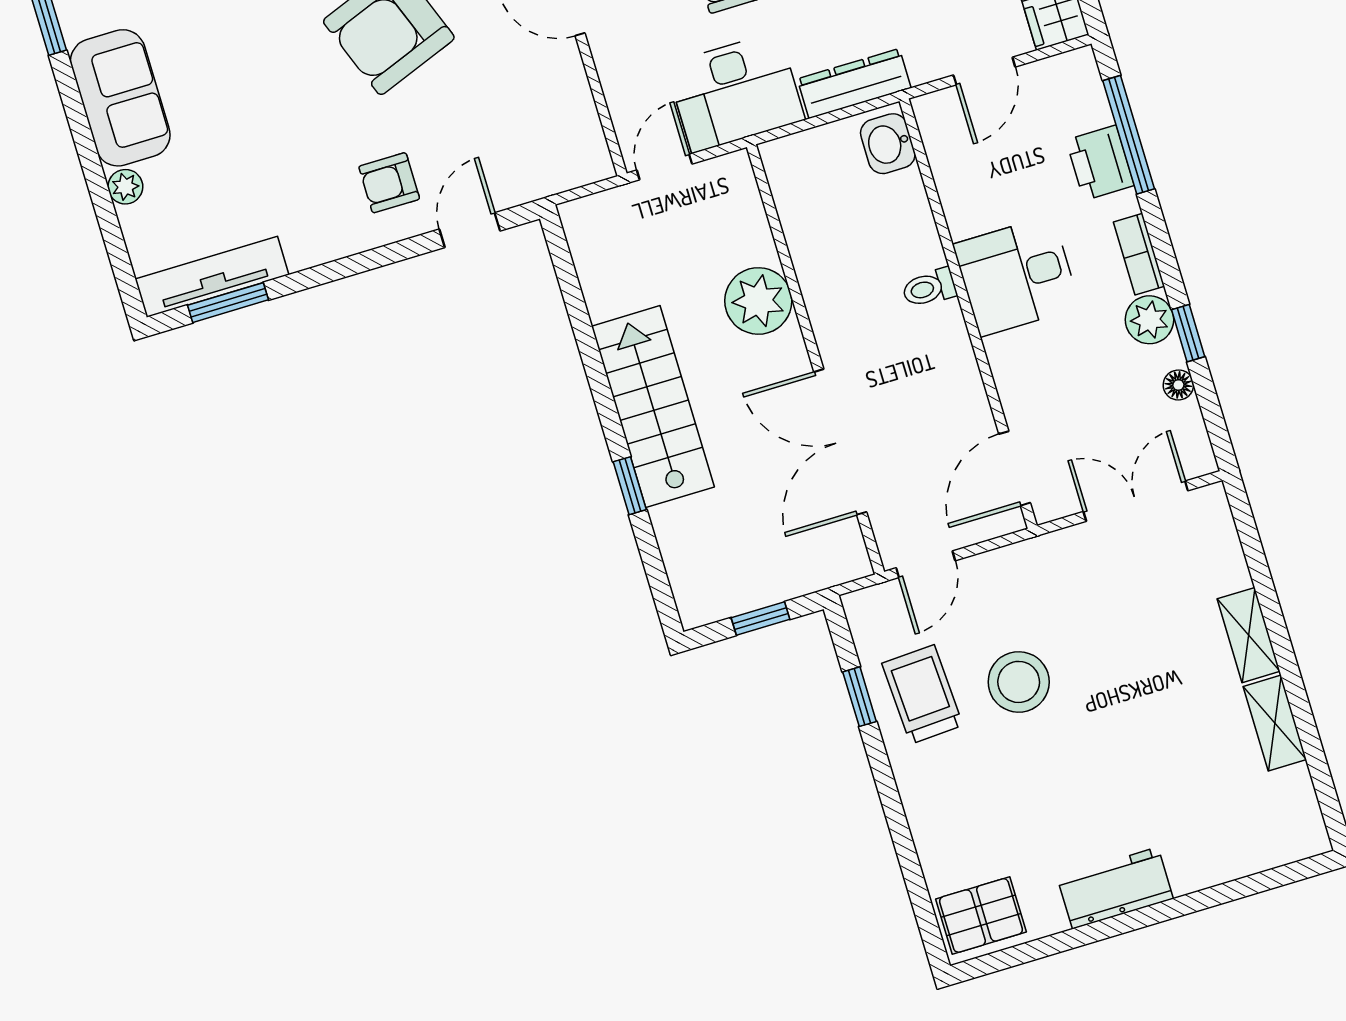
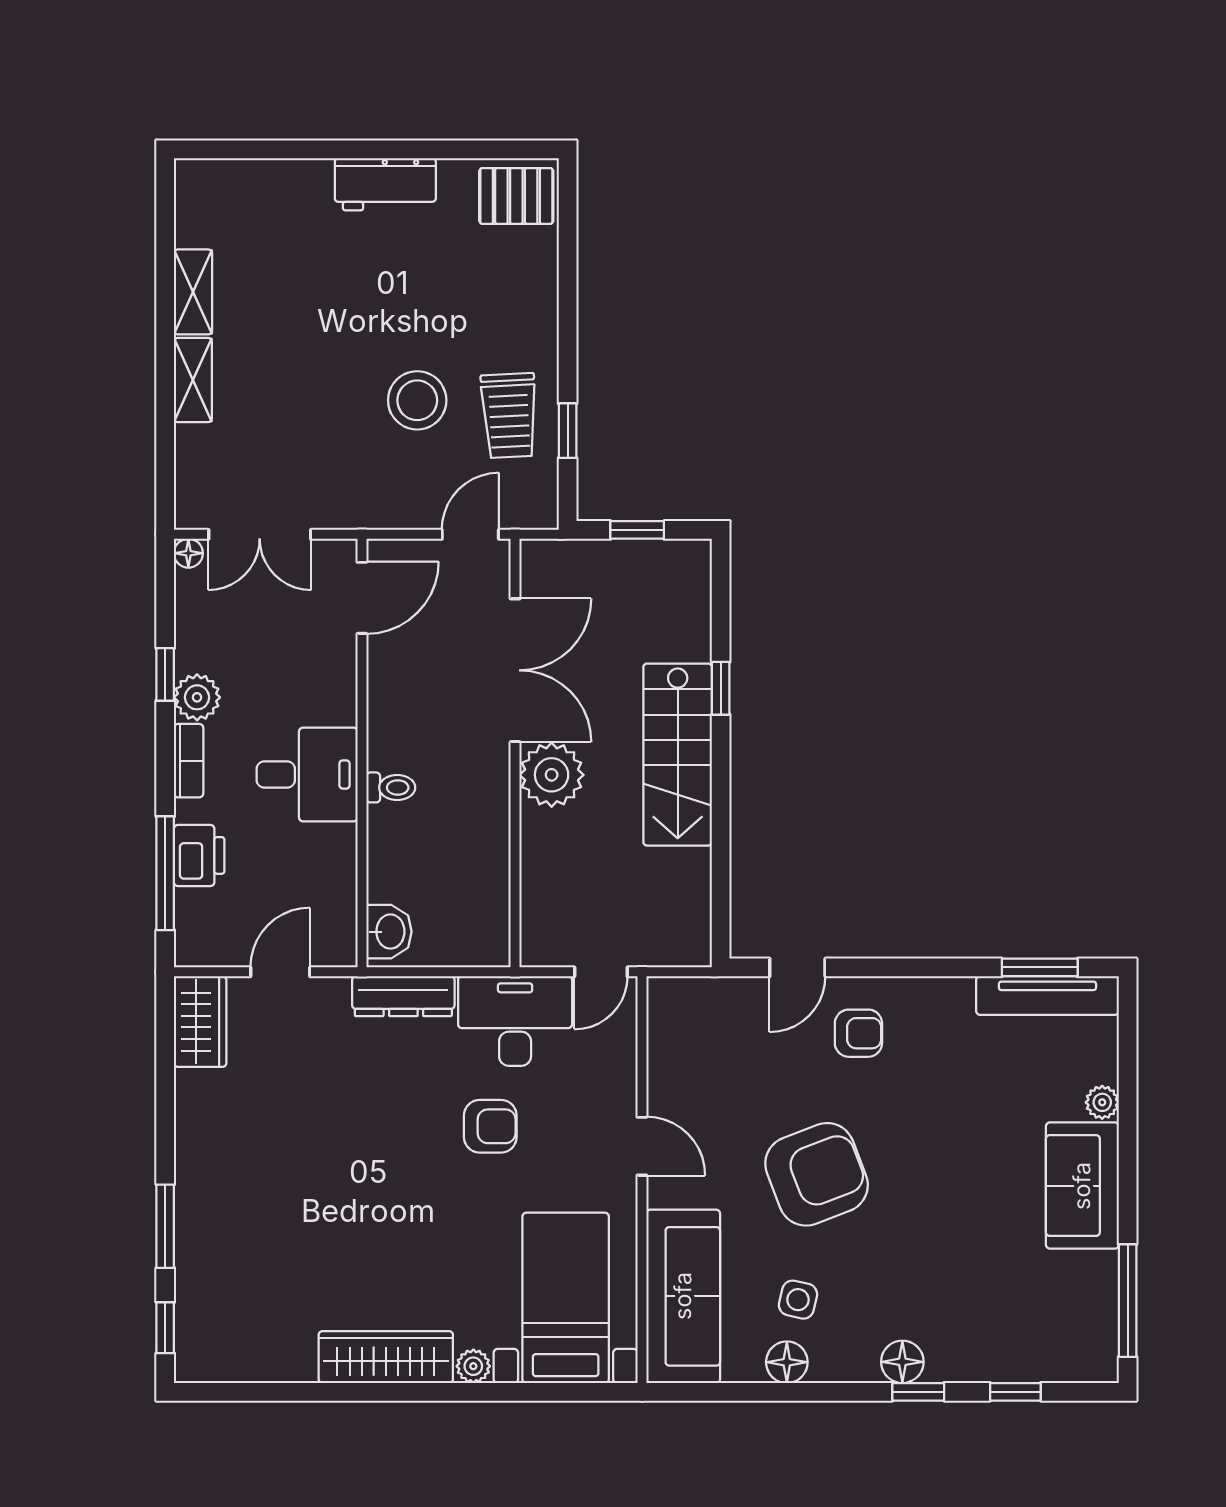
plant: (758, 301) -> (552, 775), moved
floor lamp: (1178, 385) -> (188, 553), moved

